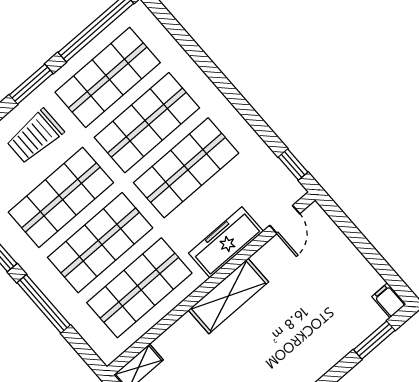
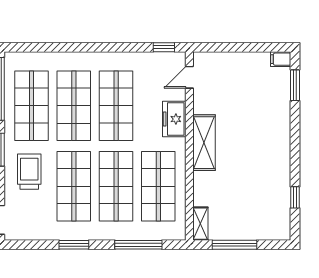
trolley: (35, 136) -> (29, 172), turned 180
door: (285, 220) -> (189, 77), swing flipped
freezer: (226, 242) -> (174, 119), width x0.71
window: (44, 304) -> (138, 245), moved

